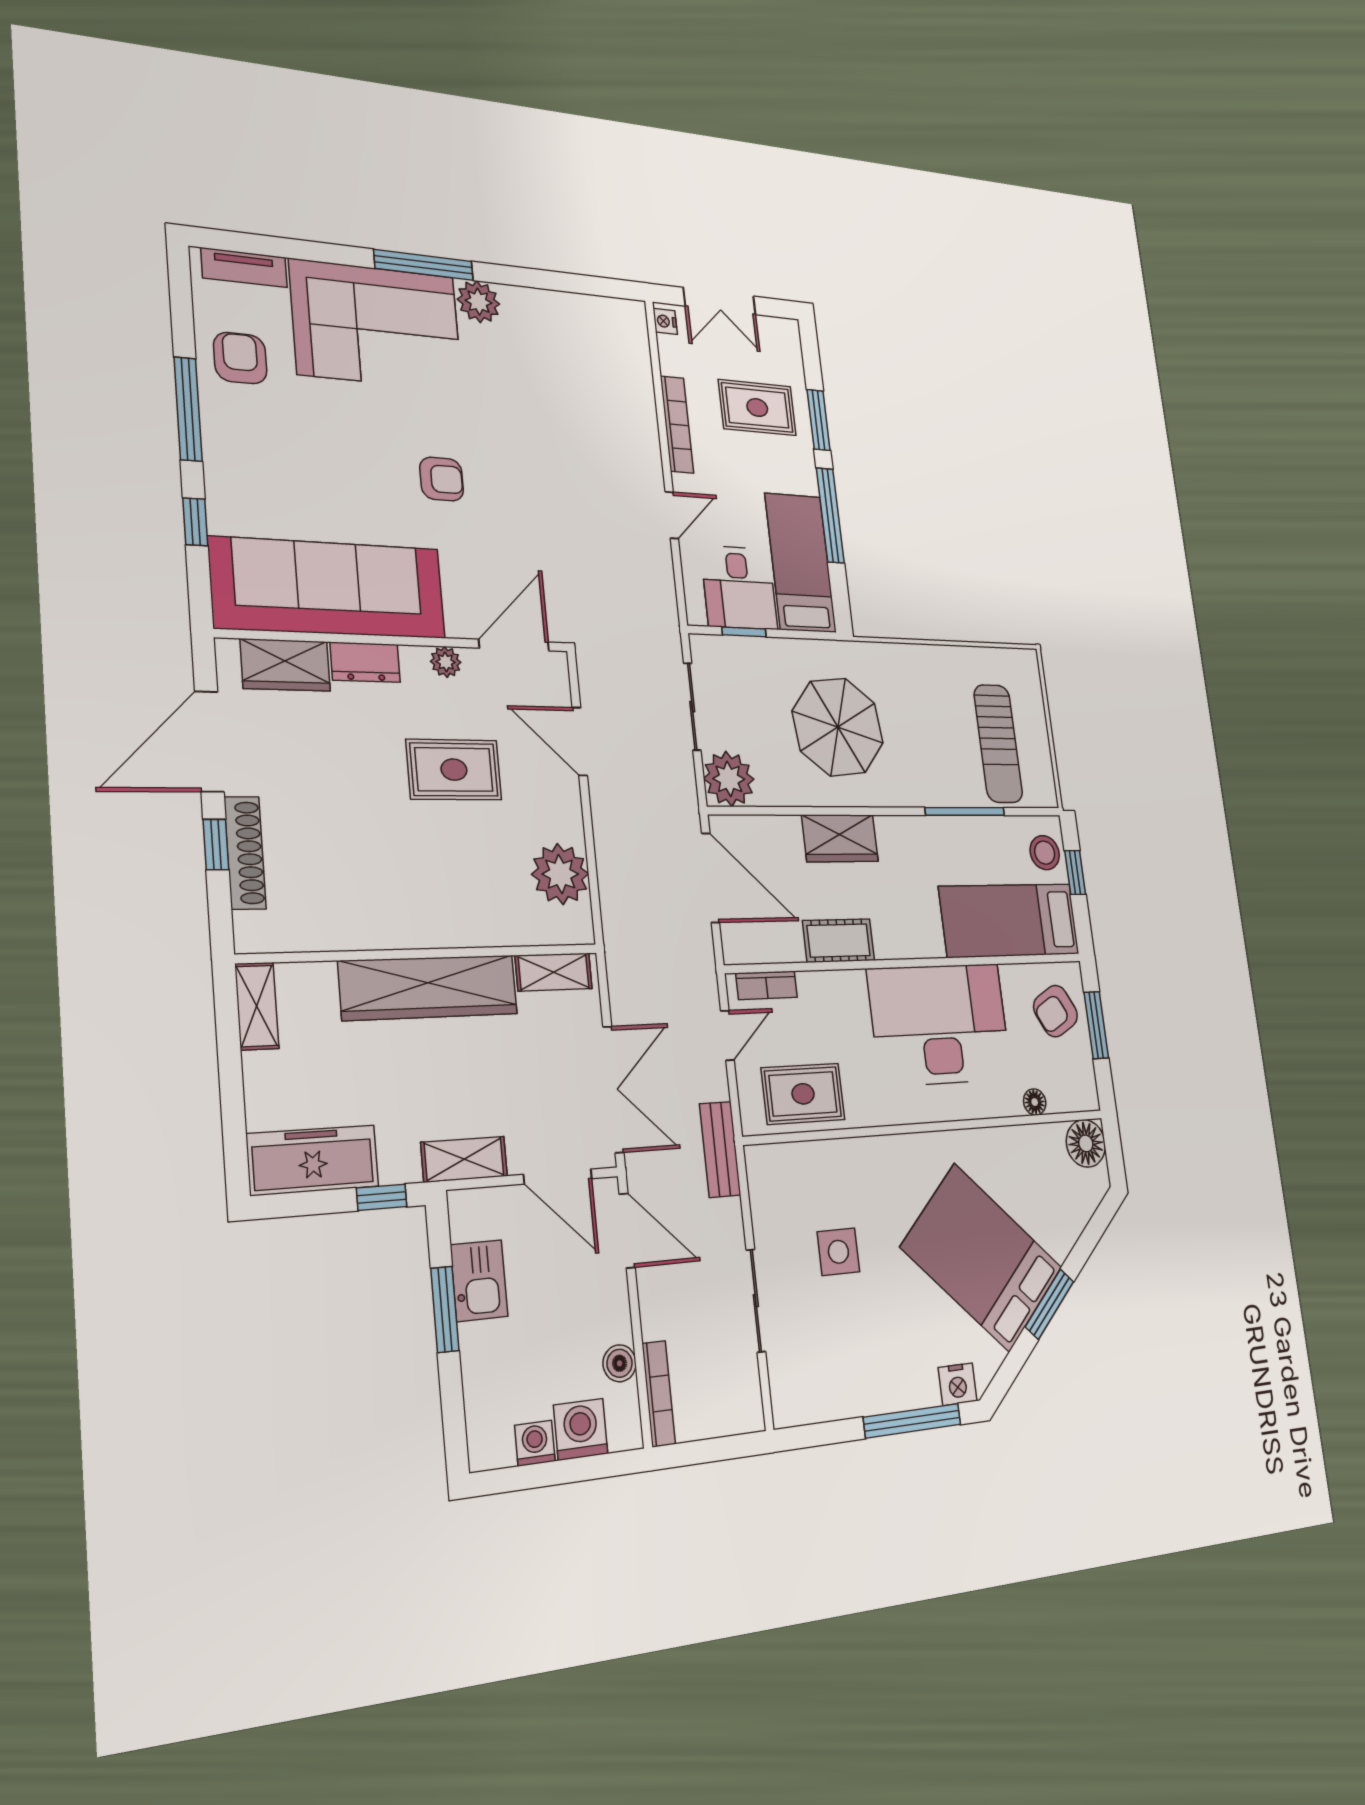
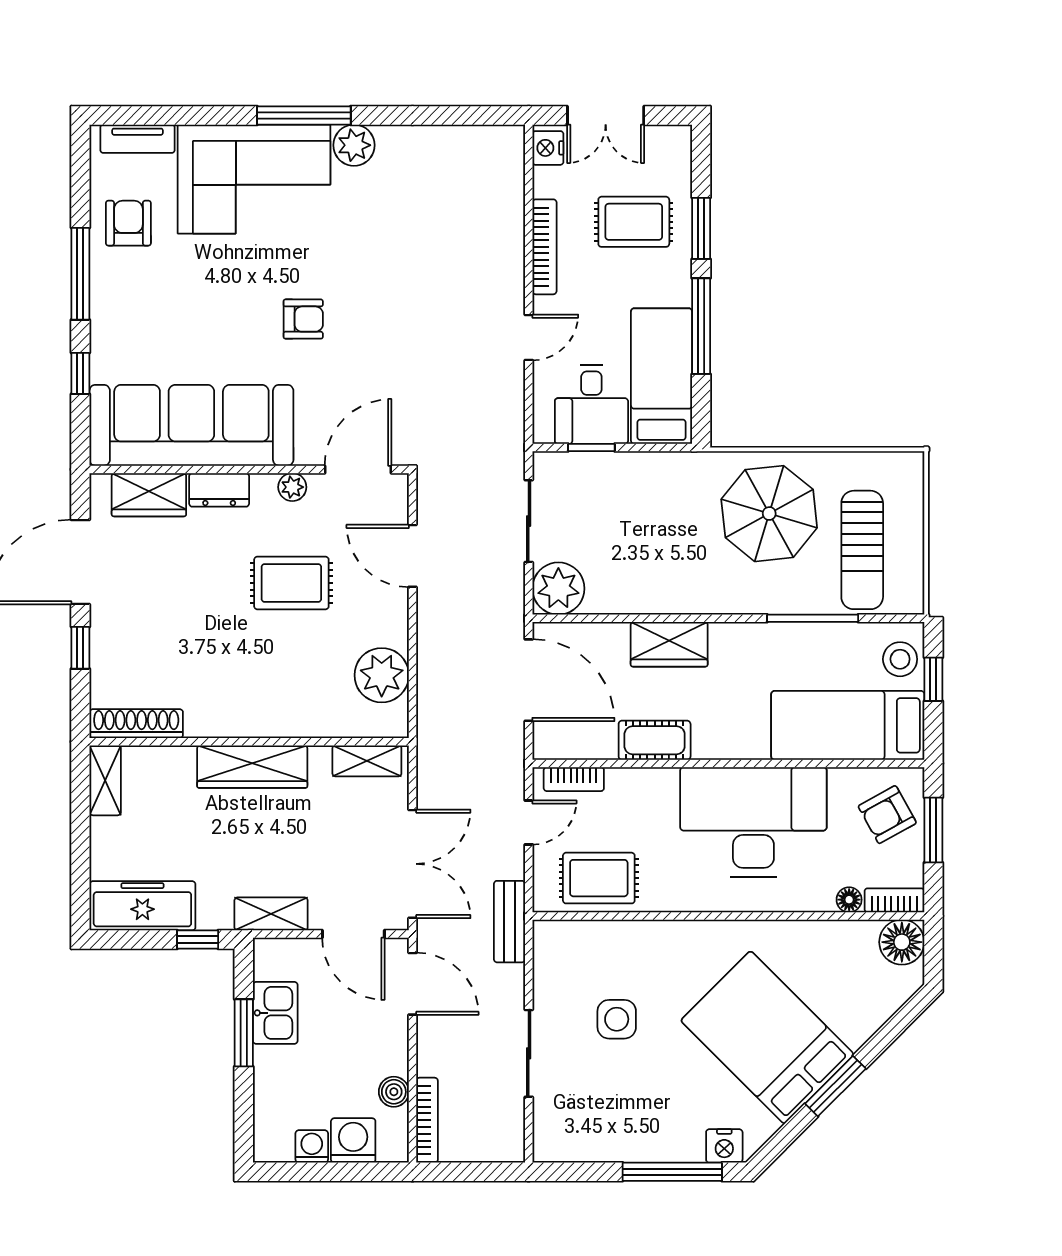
nightstand: (665, 321) -> (548, 148), width x1.39, depth x1.35
parasol: (838, 727) -> (769, 514), moved
shoe rack: (245, 853) -> (136, 724), moved, turned -90
wardrobe: (429, 988) -> (252, 767), width x0.71, depth x0.85
bookcase: (1074, 1100) -> (894, 900), added

